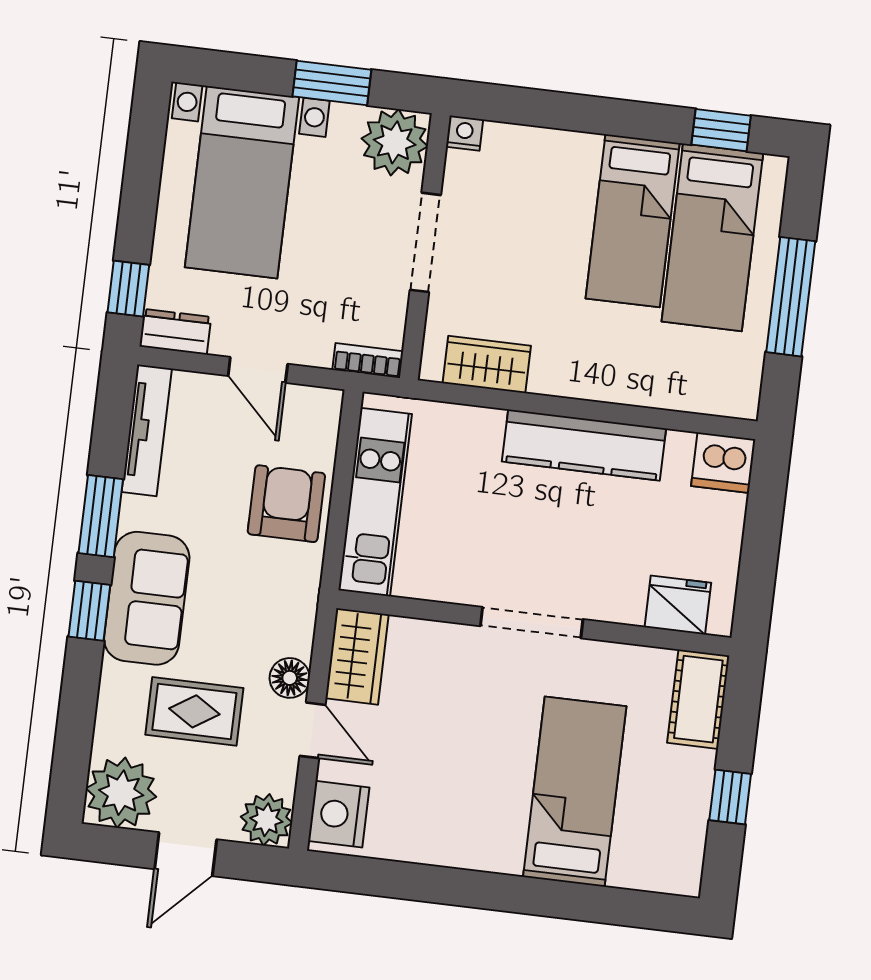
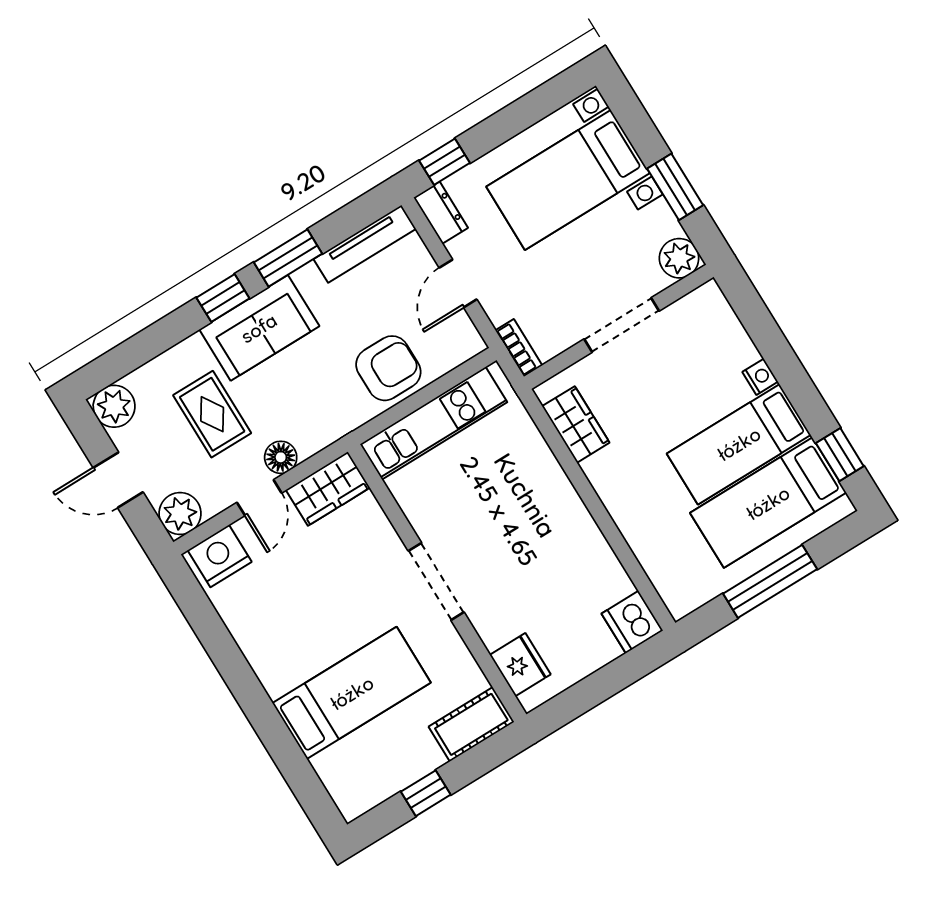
nightstand: (464, 133) -> (760, 377), moved
plant: (395, 142) -> (679, 258), width x0.73, depth x0.73
kitchen counter: (584, 445) -> (574, 526), removed
plant: (121, 793) -> (114, 406), width x0.73, depth x0.73

